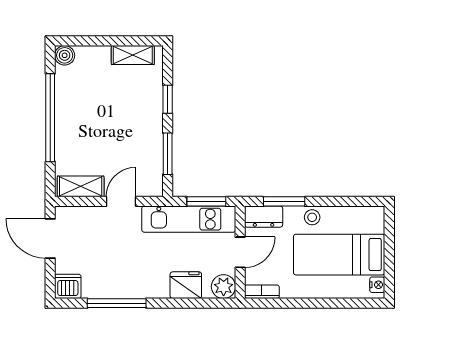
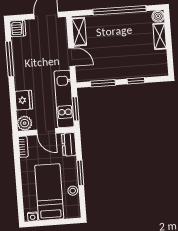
shelving: (133, 55) -> (160, 36), moved
window: (284, 201) -> (80, 173), moved
stool: (312, 217) -> (73, 191), moved

